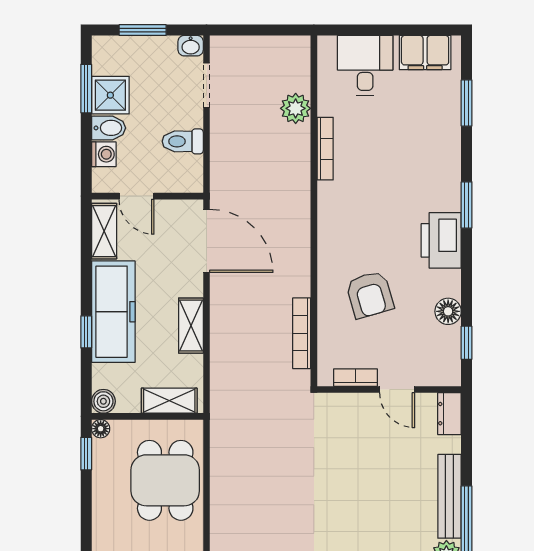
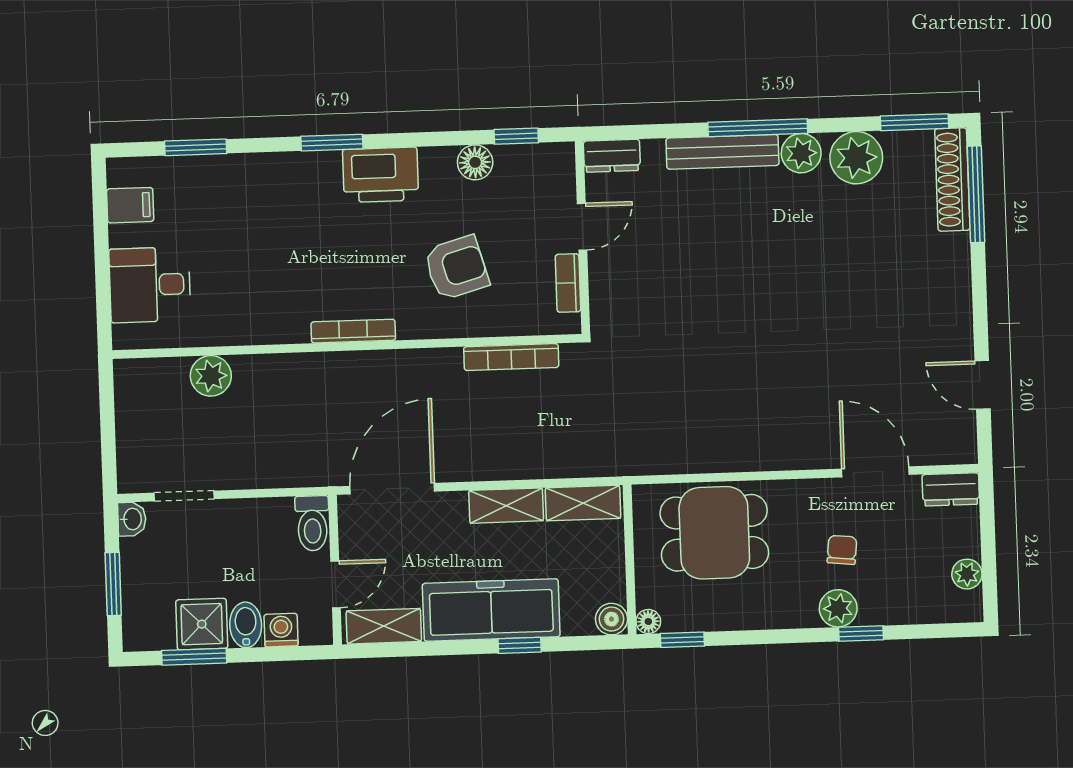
filing cabinet: (425, 53) -> (130, 205), width x0.50
toilet: (183, 141) -> (312, 523), moved
bookcase: (325, 149) -> (353, 331), moved
shelving: (169, 401) -> (583, 503), moved, turned 90

